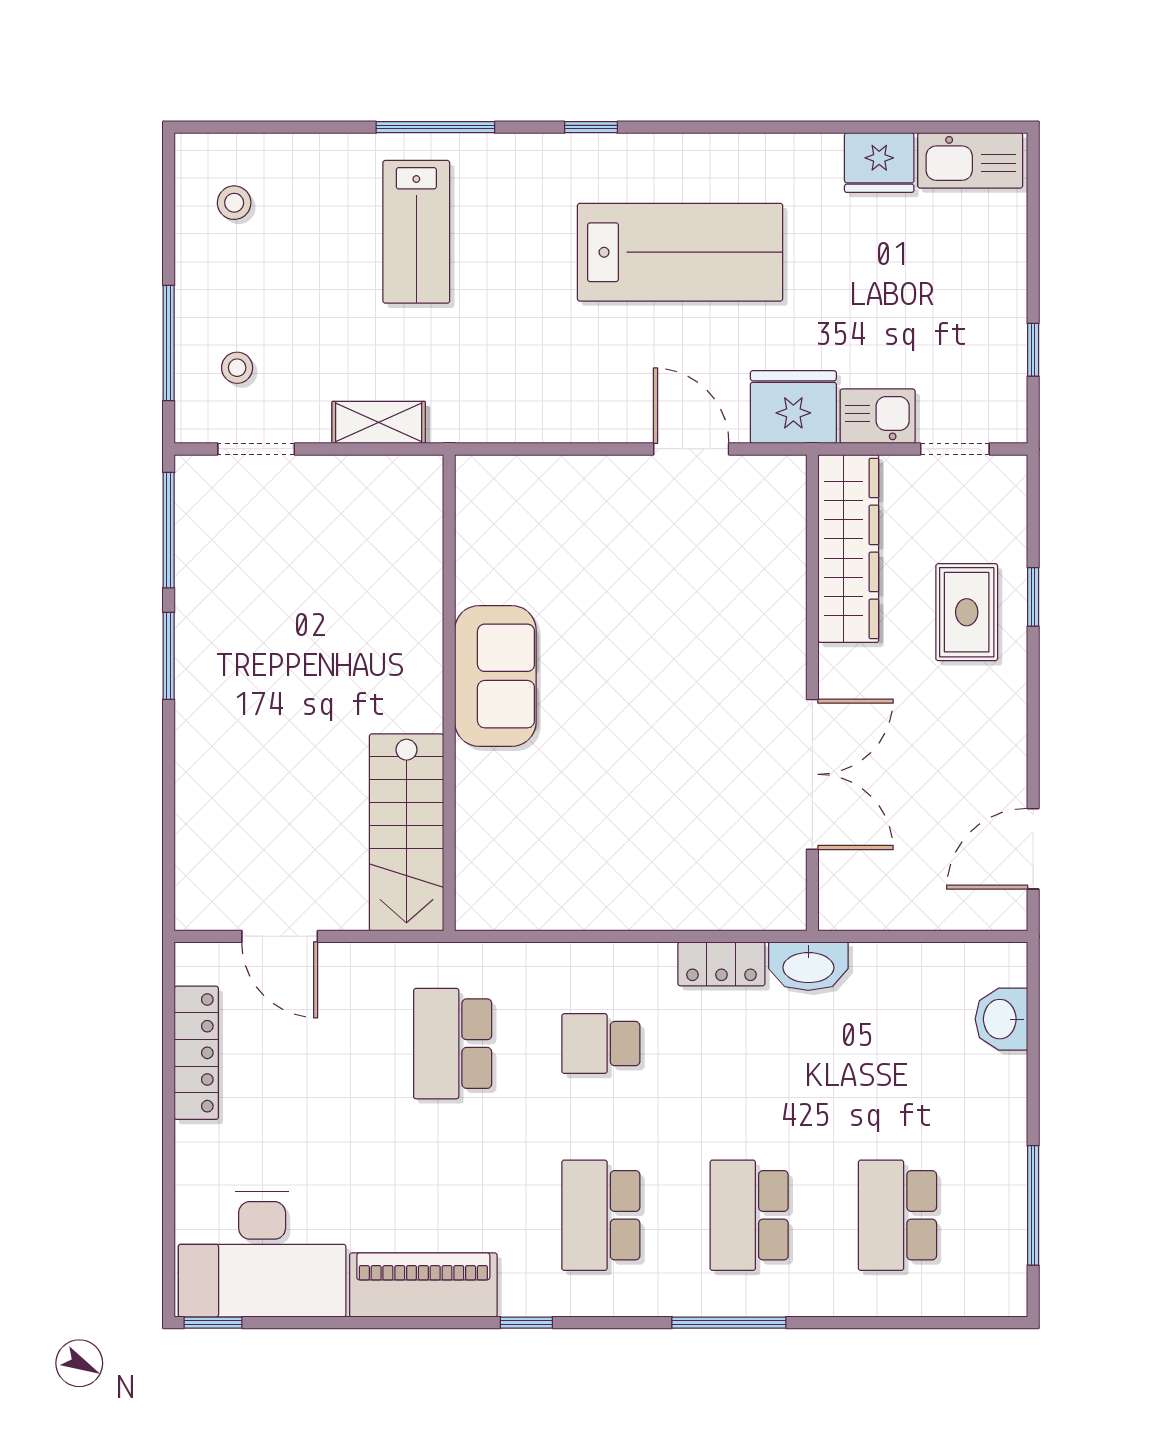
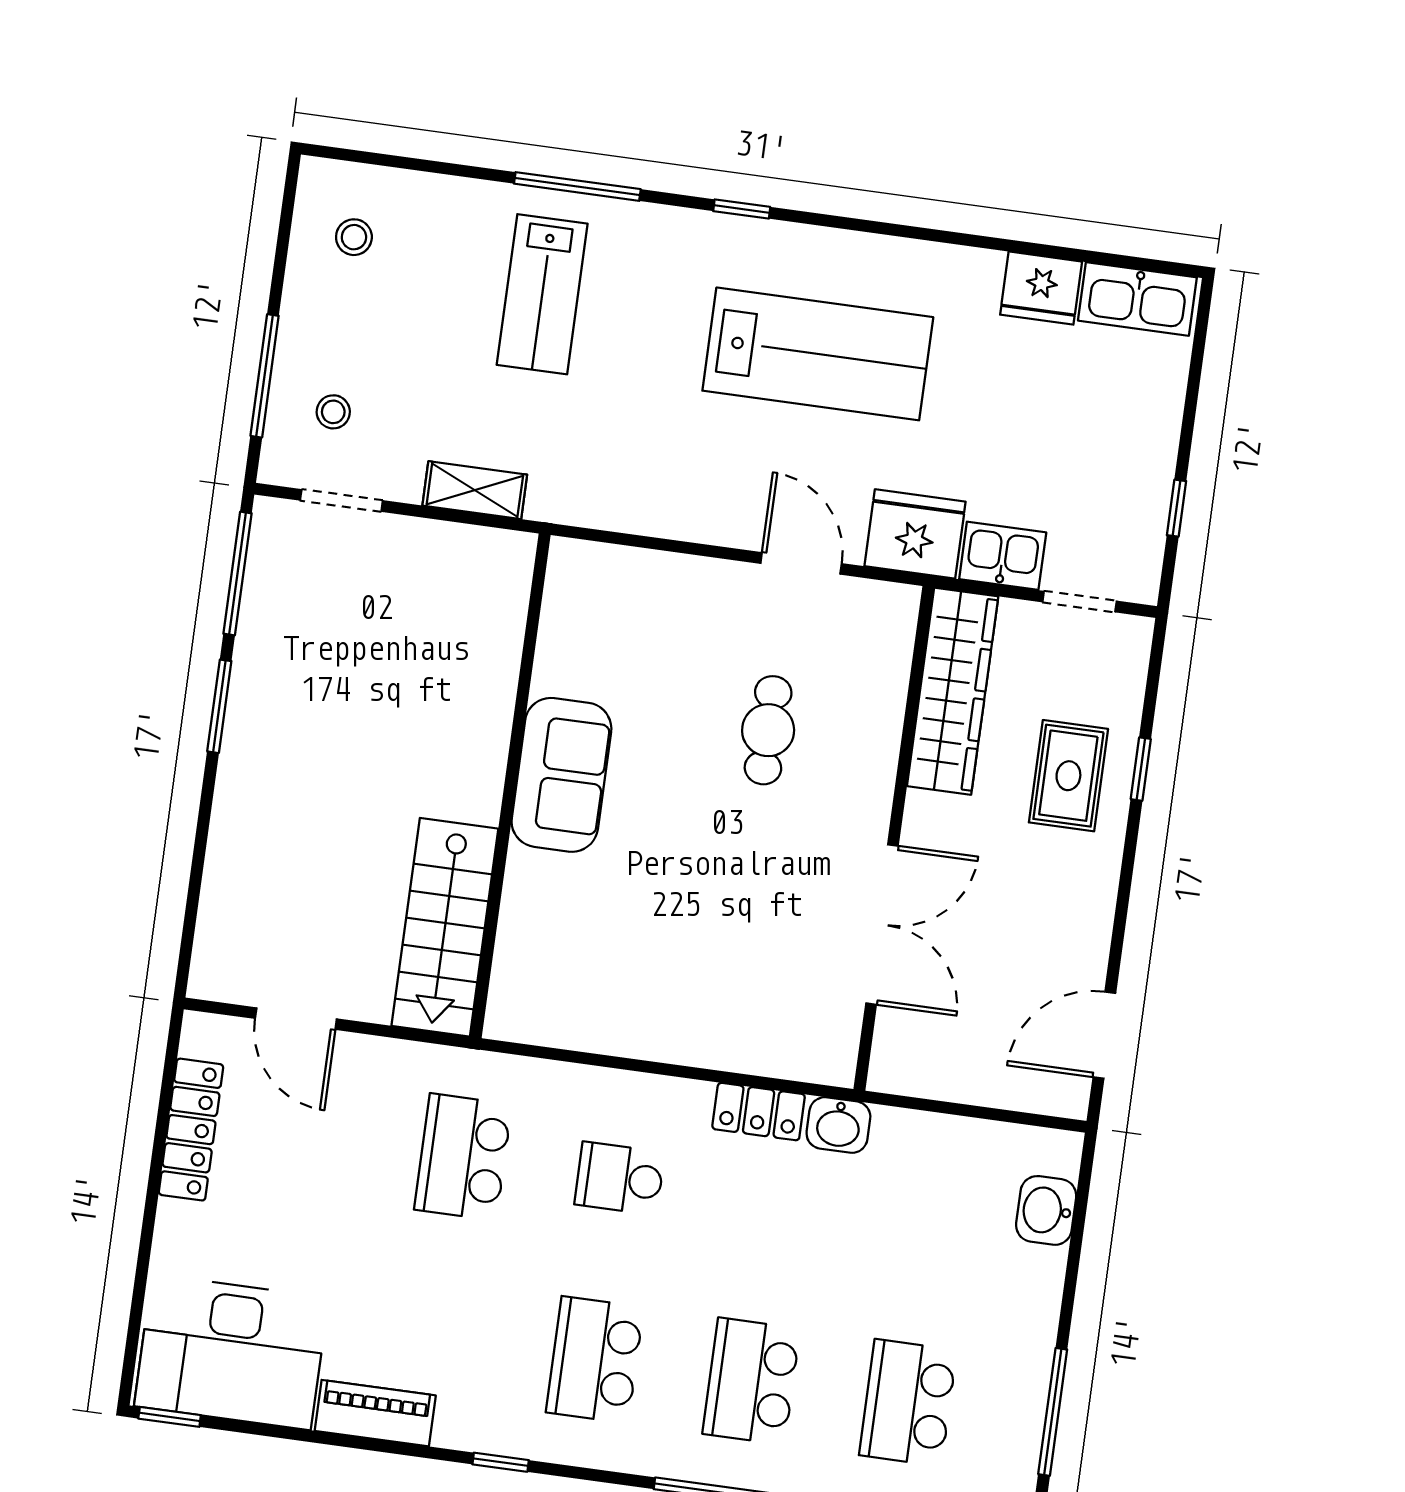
cafe table: (682, 608) -> (768, 730), added
washbasin: (808, 966) -> (838, 1125), width x0.72
piano: (423, 1285) -> (375, 1413), width x0.73, depth x0.75

